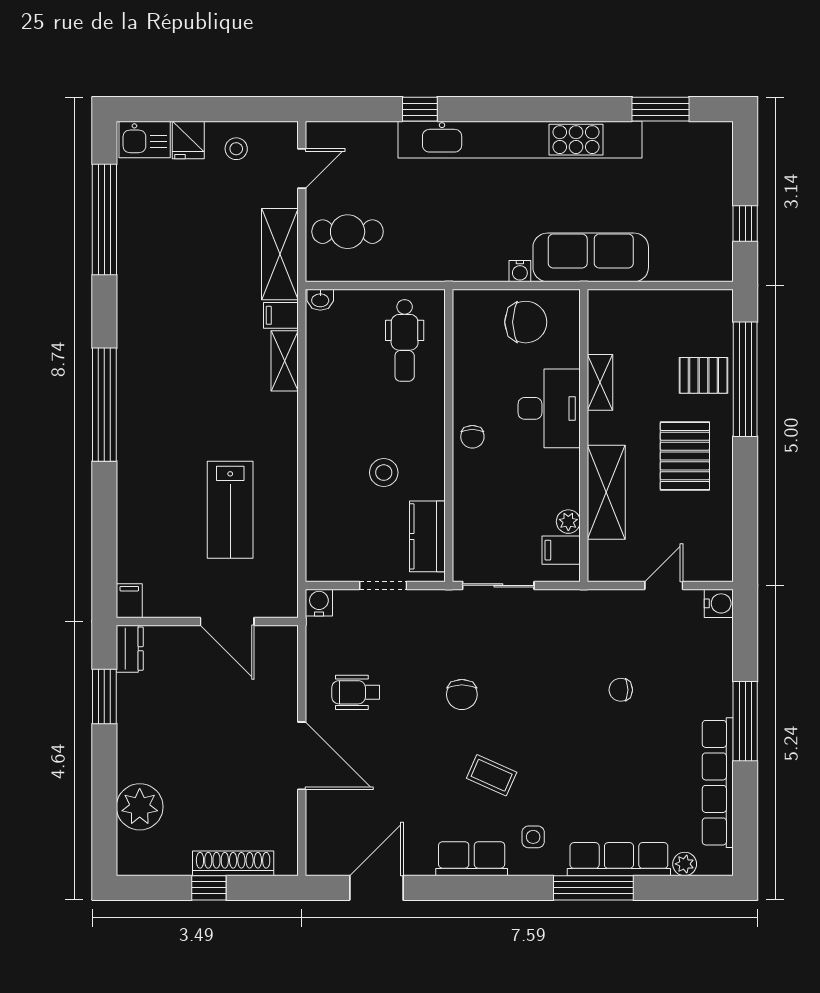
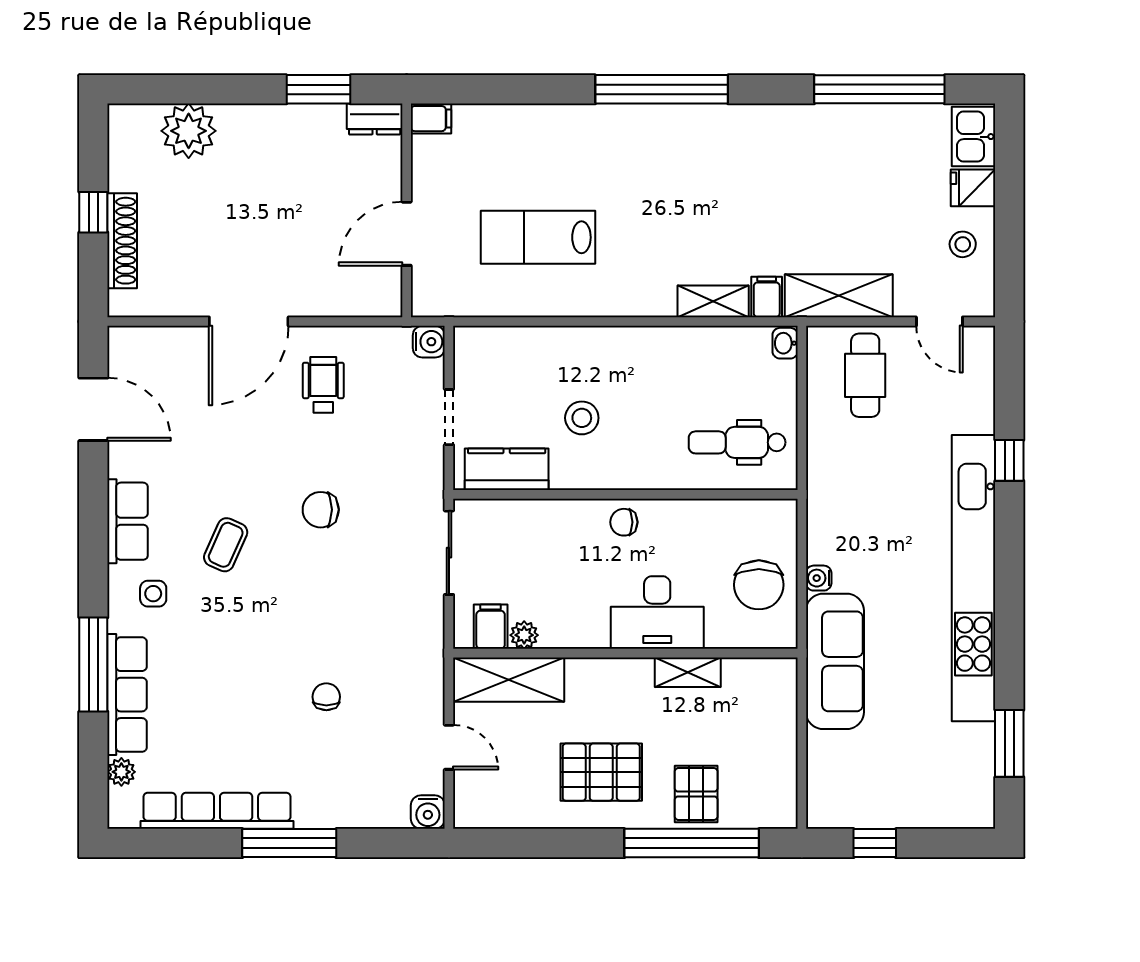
shelving: (606, 492) -> (509, 680), moved

